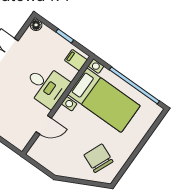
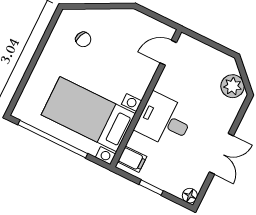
door: (44, 125) -> (168, 53), moved
chair: (98, 158) -> (83, 39), width x0.54, depth x0.54

